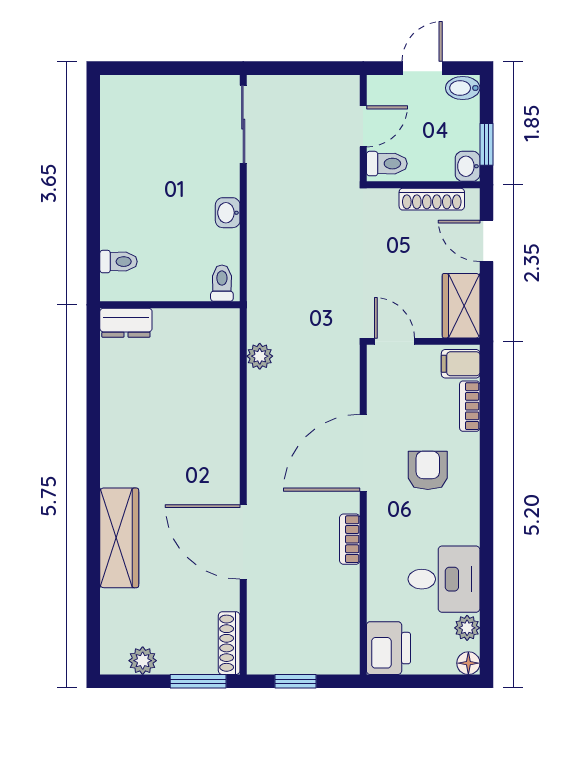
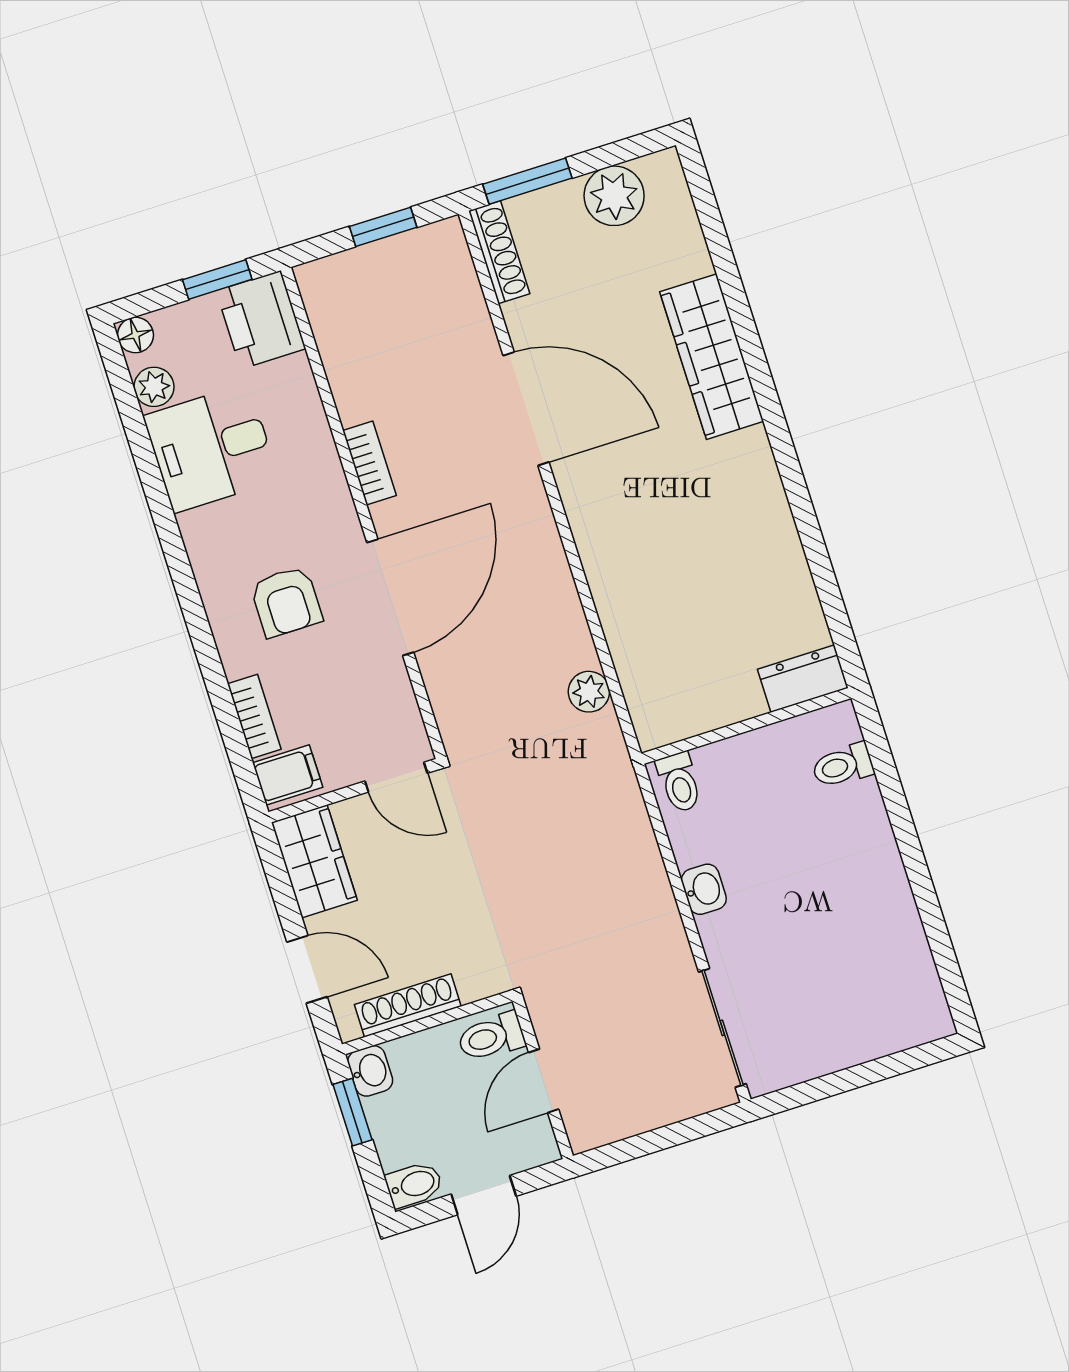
plant: (143, 661) -> (614, 196), width x1.38, depth x1.38
window: (407, 681) -> (217, 280), added

